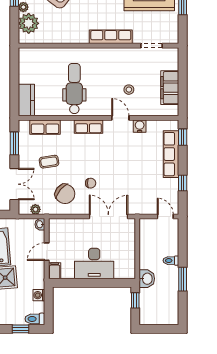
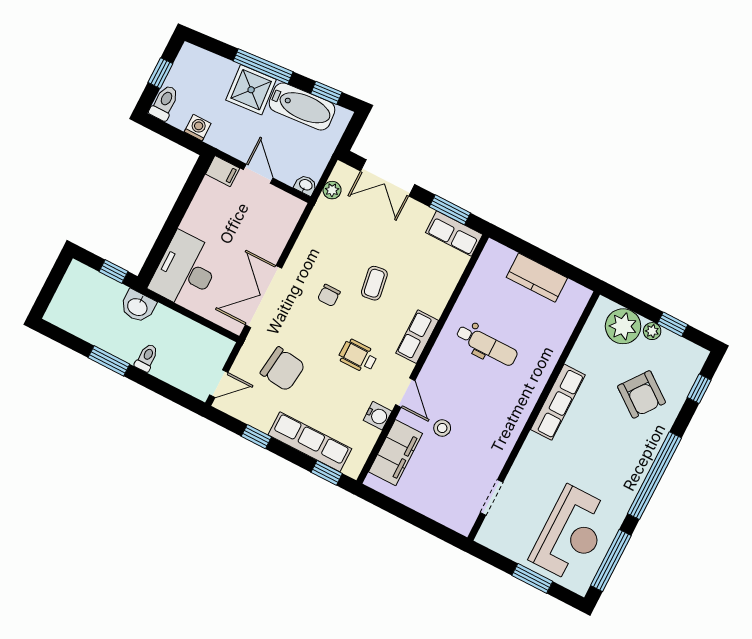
row of seats: (111, 37) -> (558, 402), moved
filing cabinet: (170, 88) -> (395, 453), moved, turned 90
dental chair: (74, 89) -> (487, 345), width x0.73, depth x0.72
kitchen counter: (26, 100) -> (537, 278), moved
door: (120, 118) -> (405, 393), hinge flipped
row of seats: (45, 127) -> (454, 234), moved, turned -90
wheelchair: (114, 152) -> (358, 356), added
coffee table: (49, 162) -> (374, 283), moved
chair: (65, 194) -> (283, 369), moved, turned -122
double door: (108, 216) -> (263, 297), swing flipped
desk: (94, 264) -> (186, 271), moved

